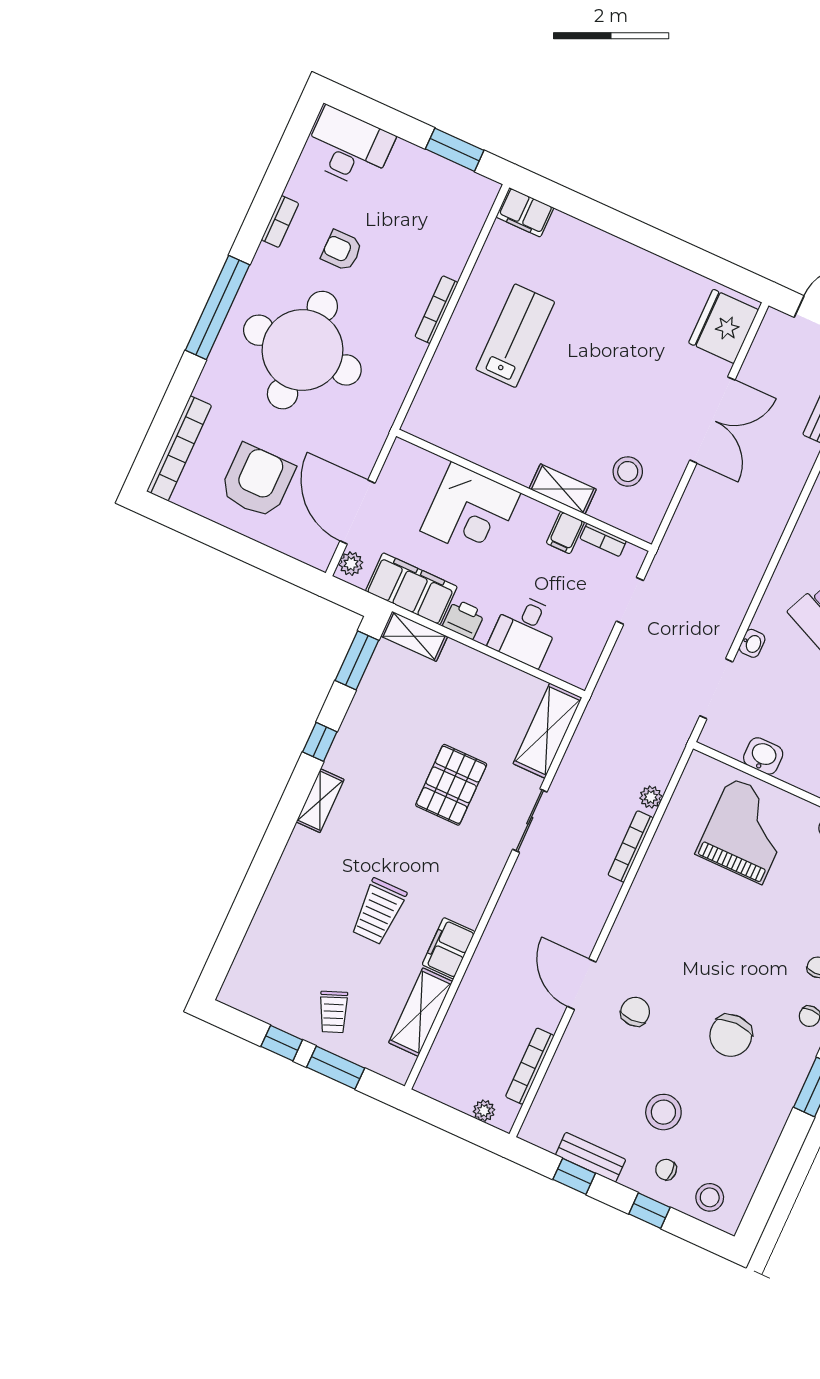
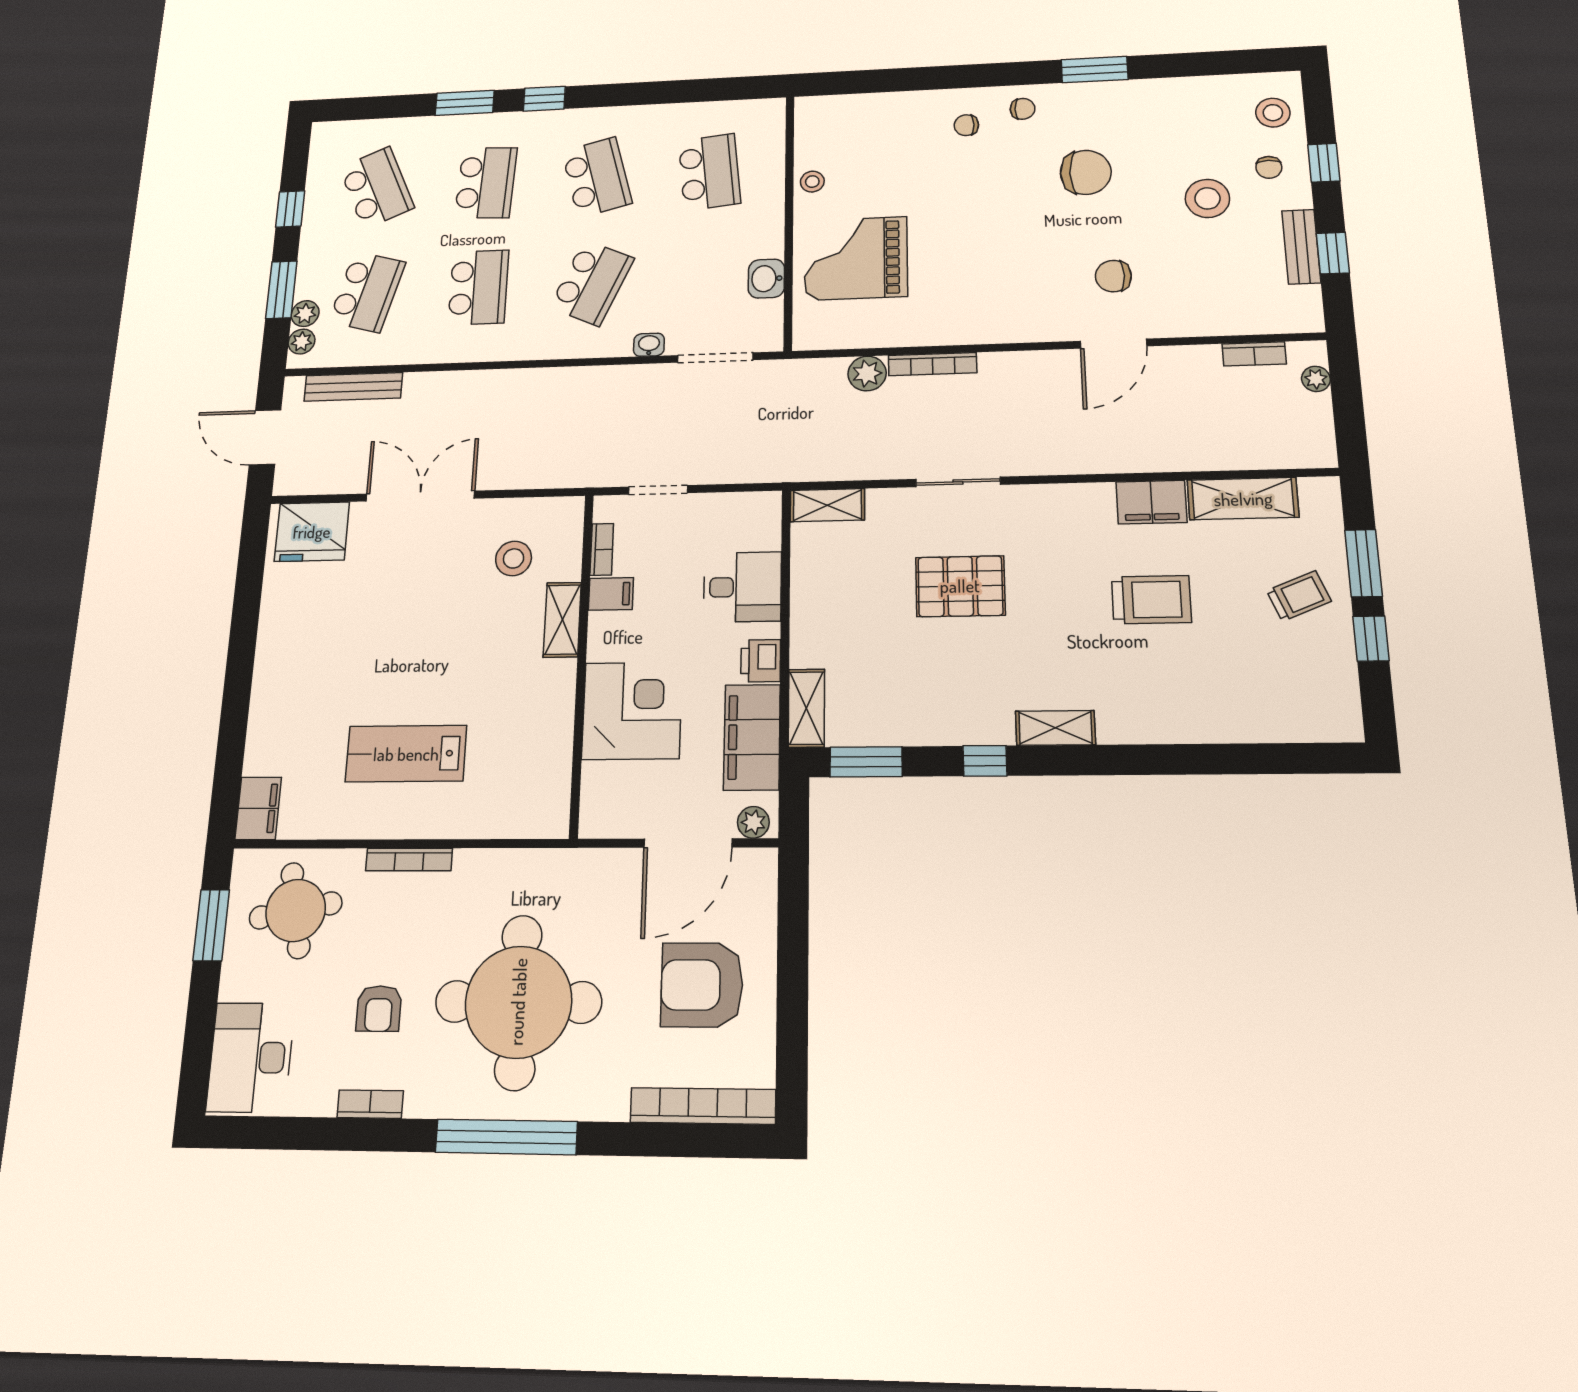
round table: (437, 215) -> (296, 910), added
shelving: (547, 731) -> (827, 505), width x0.67, depth x0.75
plant: (651, 797) -> (867, 374), width x1.38, depth x1.38
bookcase: (530, 1066) -> (1254, 354), width x0.64

